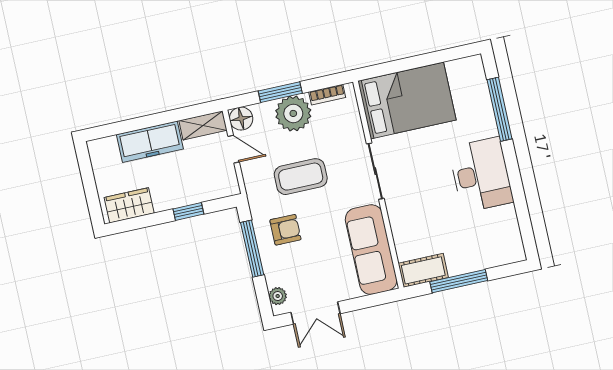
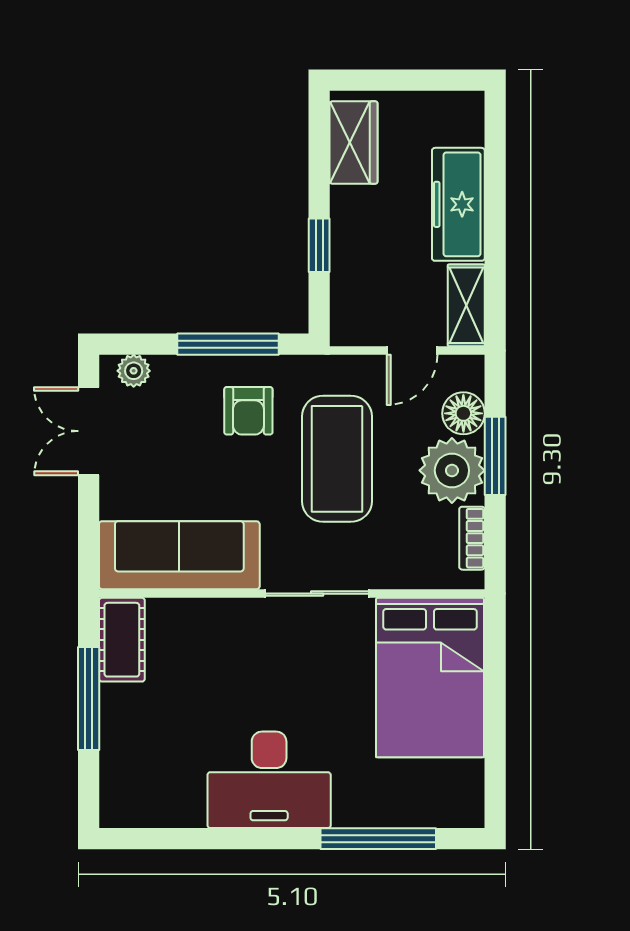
floor lamp: (241, 119) -> (463, 413), moved
coffee table: (301, 177) -> (337, 459), width x1.36, depth x1.32

